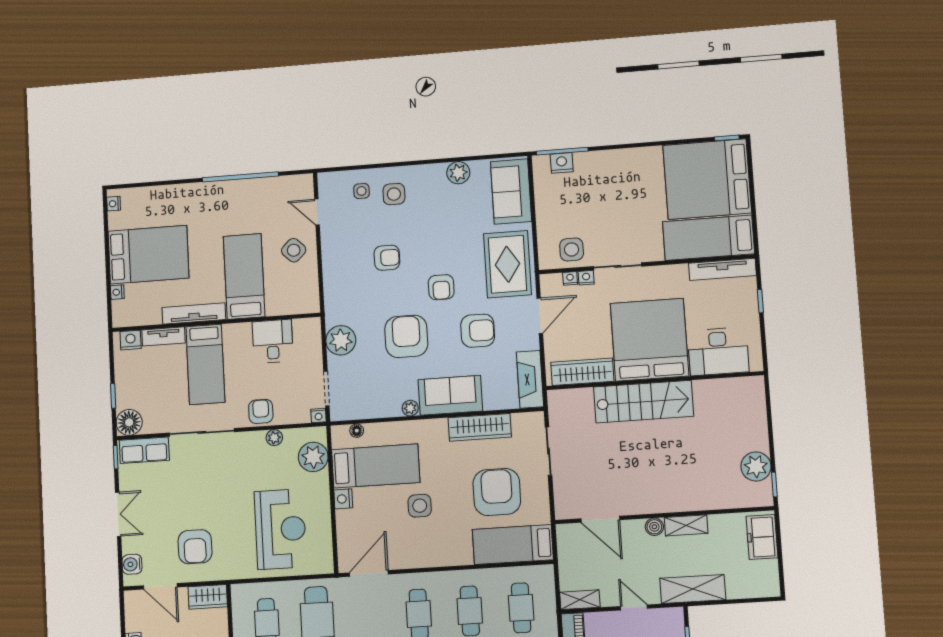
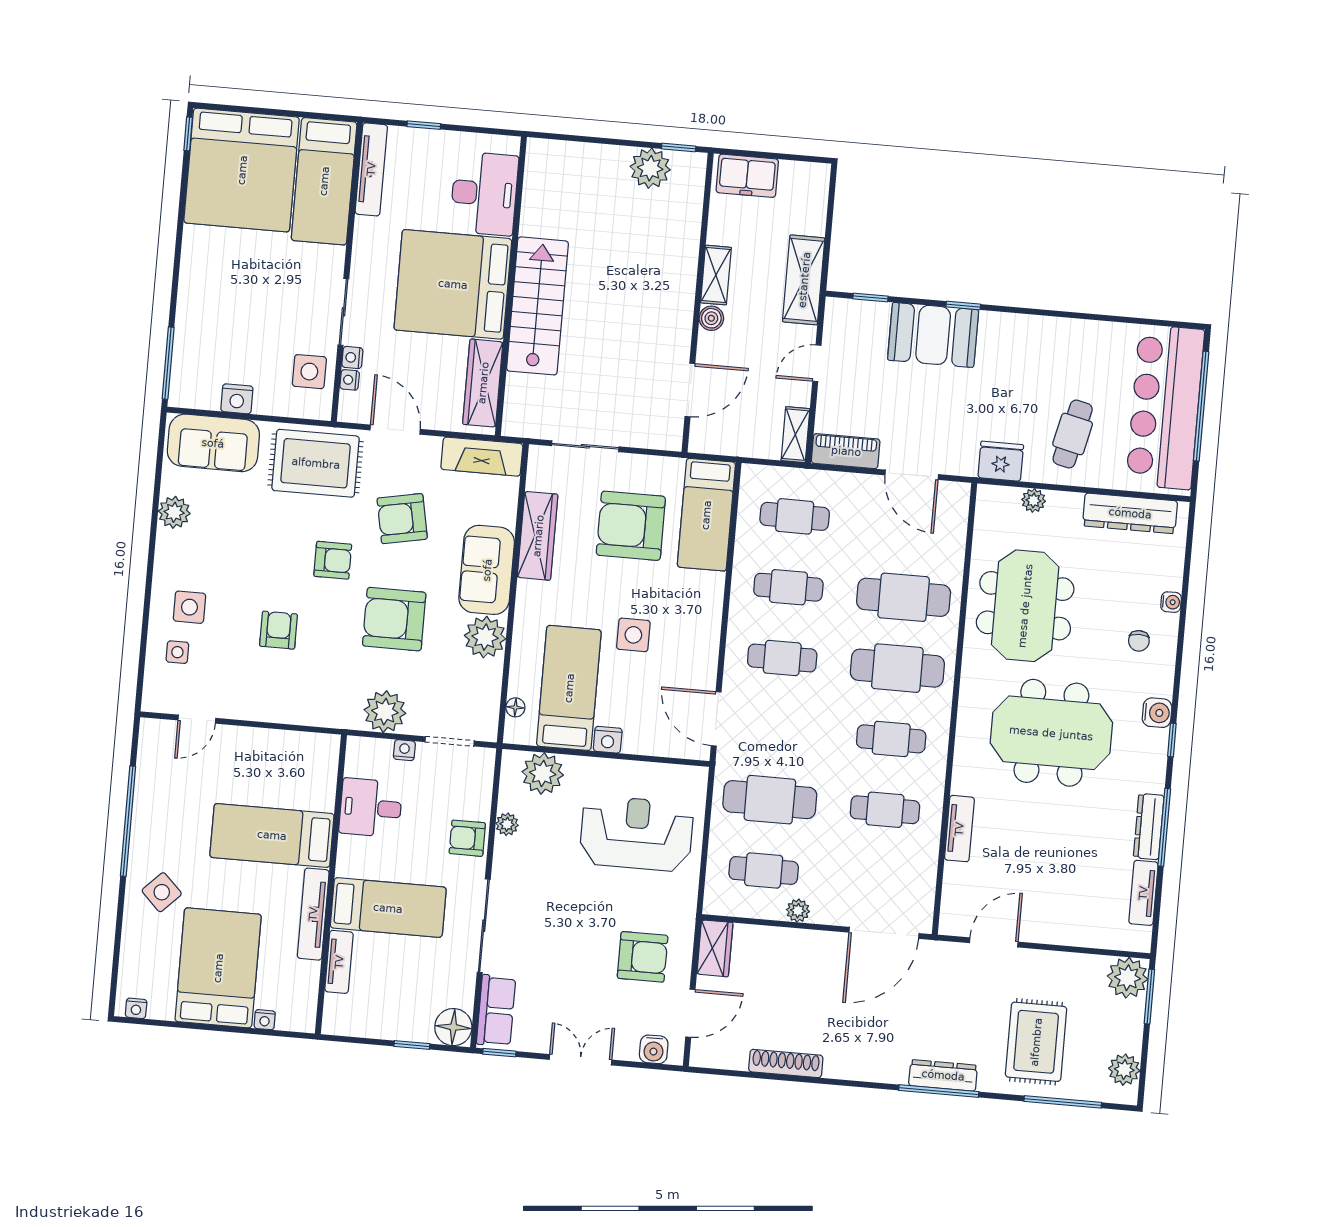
nightstand: (562, 163) -> (237, 399), moved, turned -90
side table: (294, 250) -> (162, 892), moved
armchair: (478, 331) -> (402, 519), turned -101
nightstand: (131, 340) -> (336, 1010), removed
plant: (410, 408) -> (485, 637), width x1.88, depth x1.88
nightstand: (318, 415) -> (404, 750), moved, turned -90

